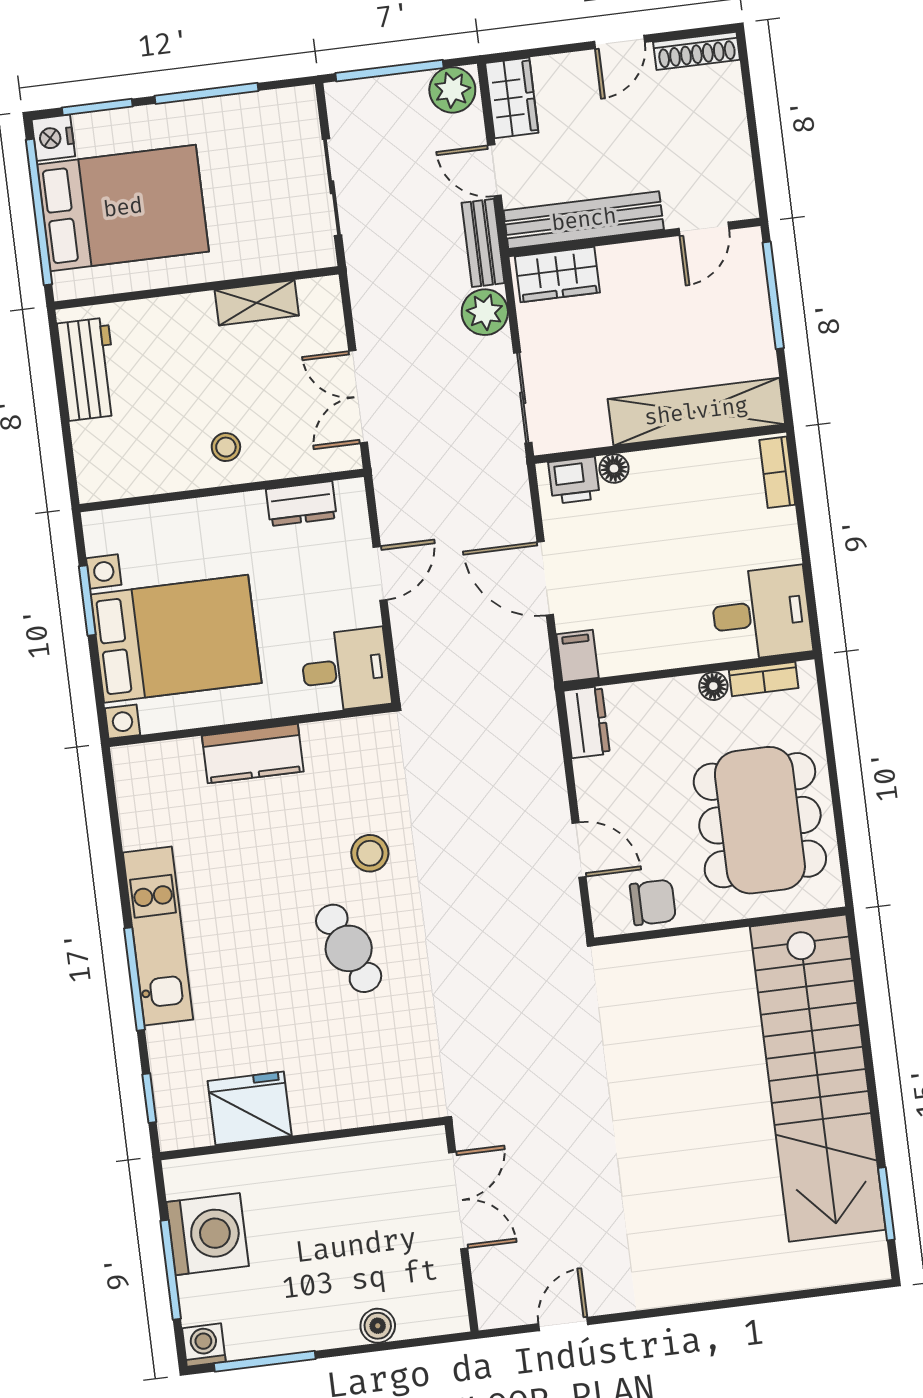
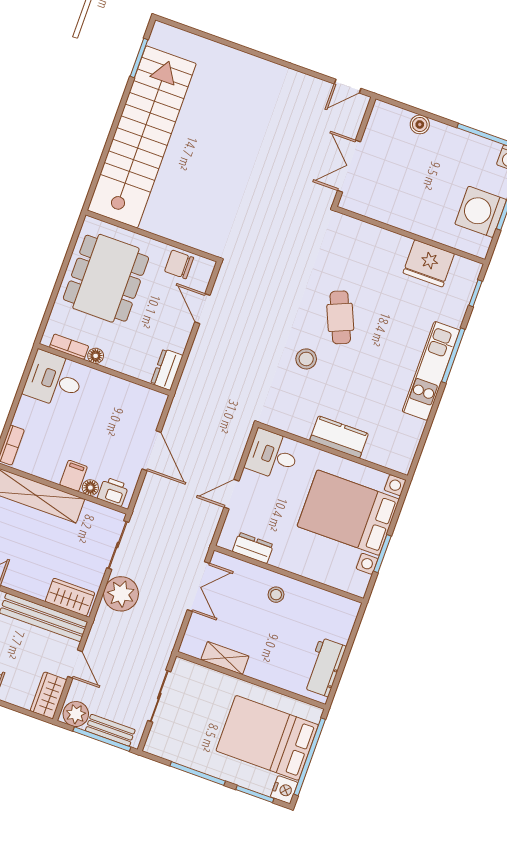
bench: (483, 243) -> (110, 730), moved, turned 90
plant: (485, 312) -> (121, 594), width x1.36, depth x1.36
filing cabinet: (577, 656) -> (74, 476), moved, turned 180
door: (563, 1324) -> (348, 86), moved

